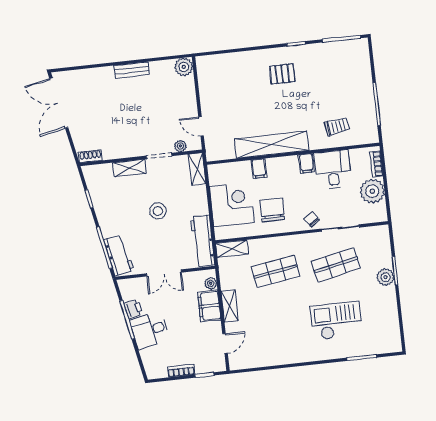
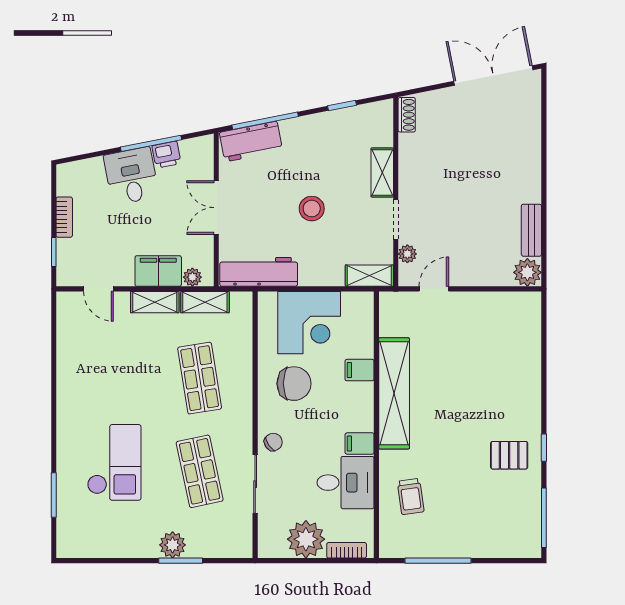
bench: (132, 70) -> (531, 230), moved
pallet: (282, 74) -> (509, 455), moved, turned 90
shelving: (232, 249) -> (205, 302), moved, turned 90

